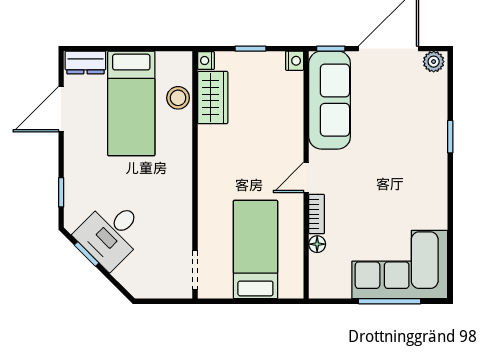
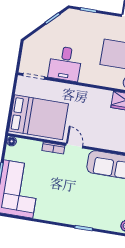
desk: (111, 233) -> (65, 64), moved, turned -135
floor lamp: (317, 244) -> (12, 141), moved
bed: (255, 250) -> (39, 117), width x1.50

